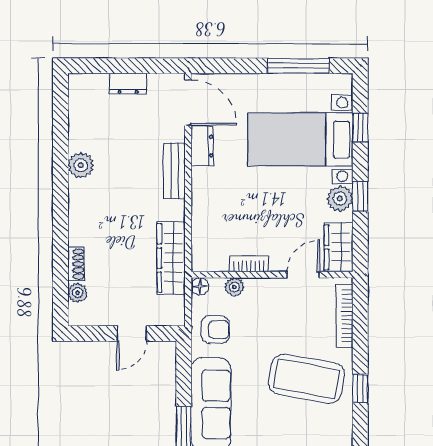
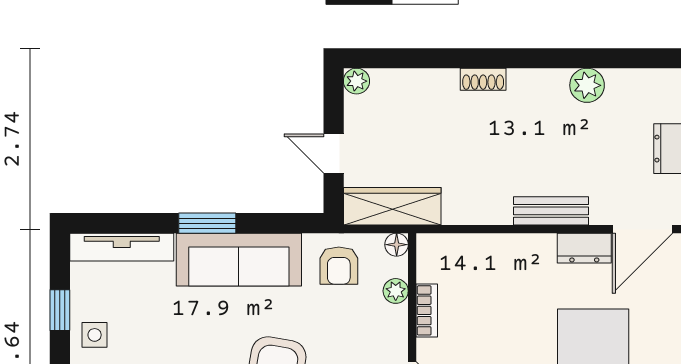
plant: (81, 165) -> (587, 85), moved
wardrobe: (171, 258) -> (392, 206), moved
shoe rack: (76, 264) -> (483, 79), moved
plant: (78, 293) -> (356, 81), moved

